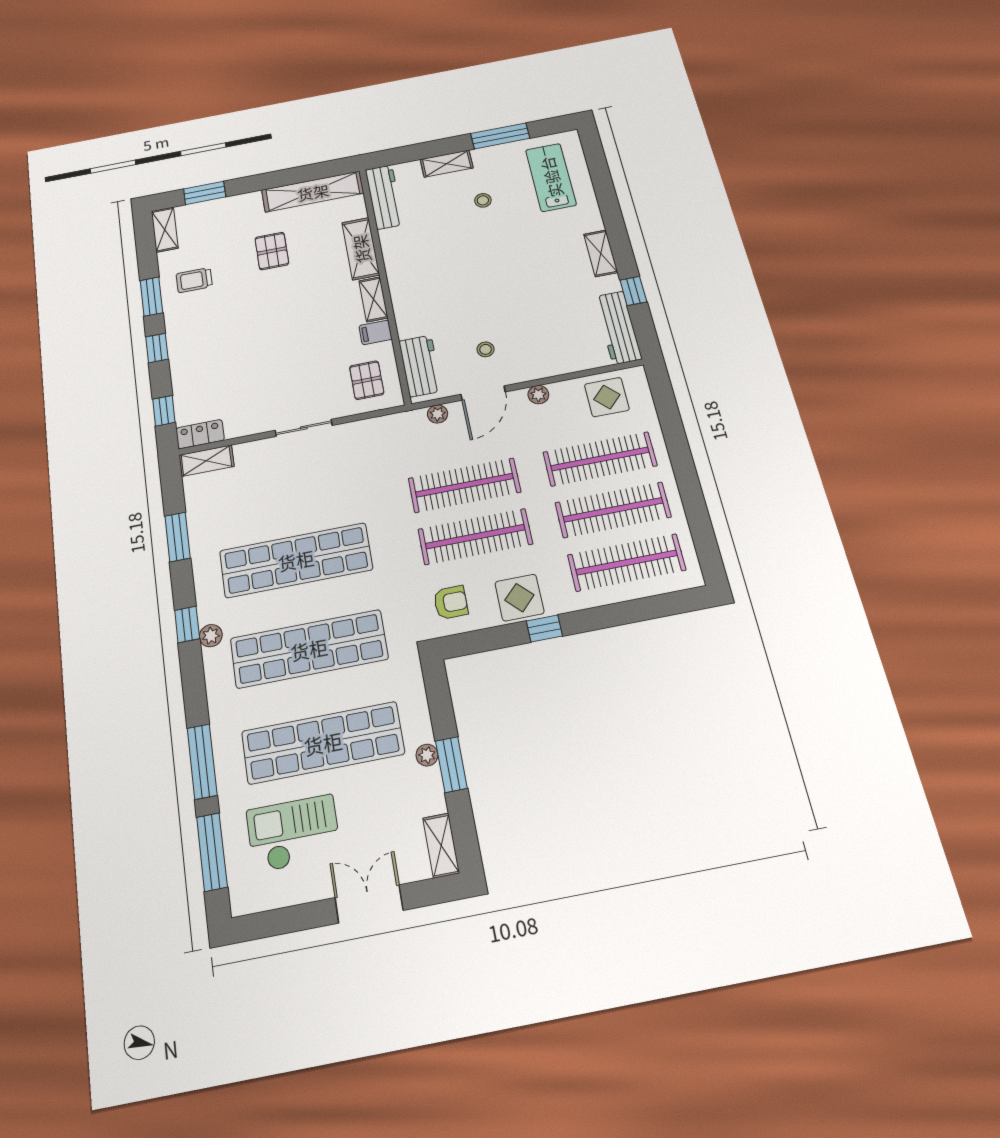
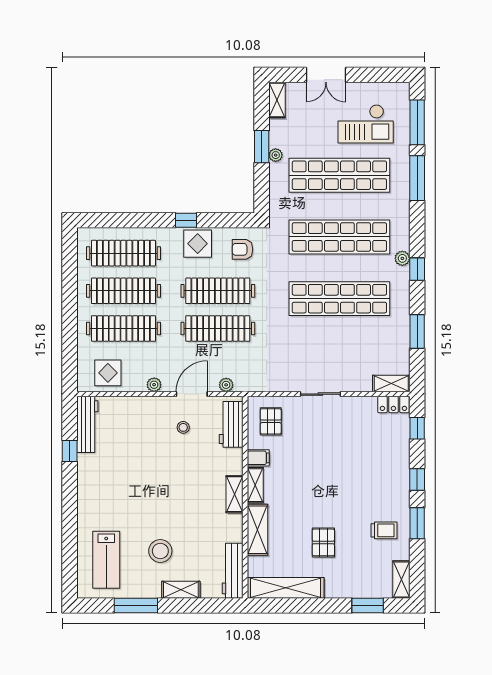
stool: (483, 200) -> (160, 551), width x1.89, depth x1.89
shelving: (601, 253) -> (235, 494), moved

